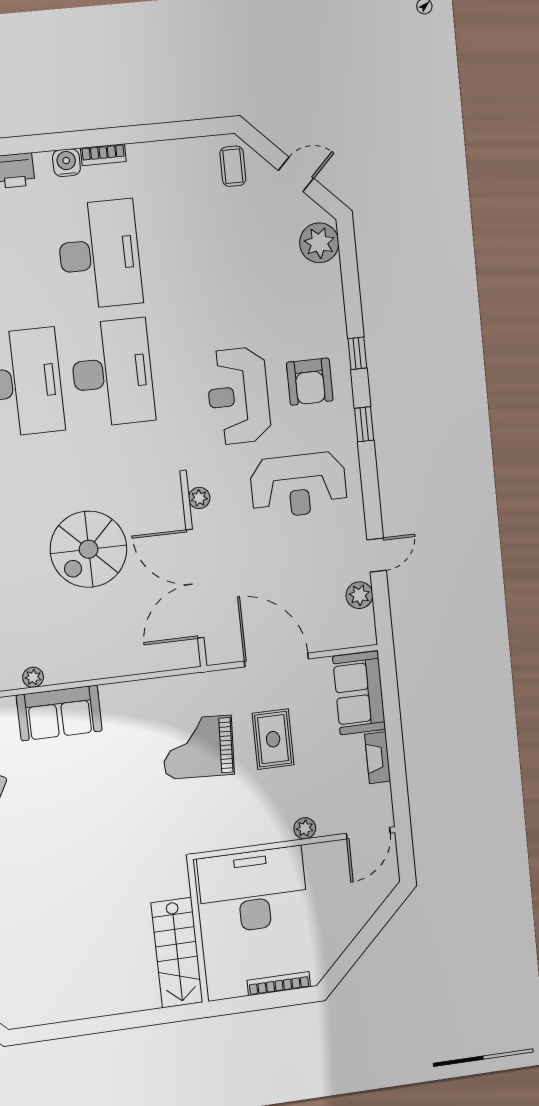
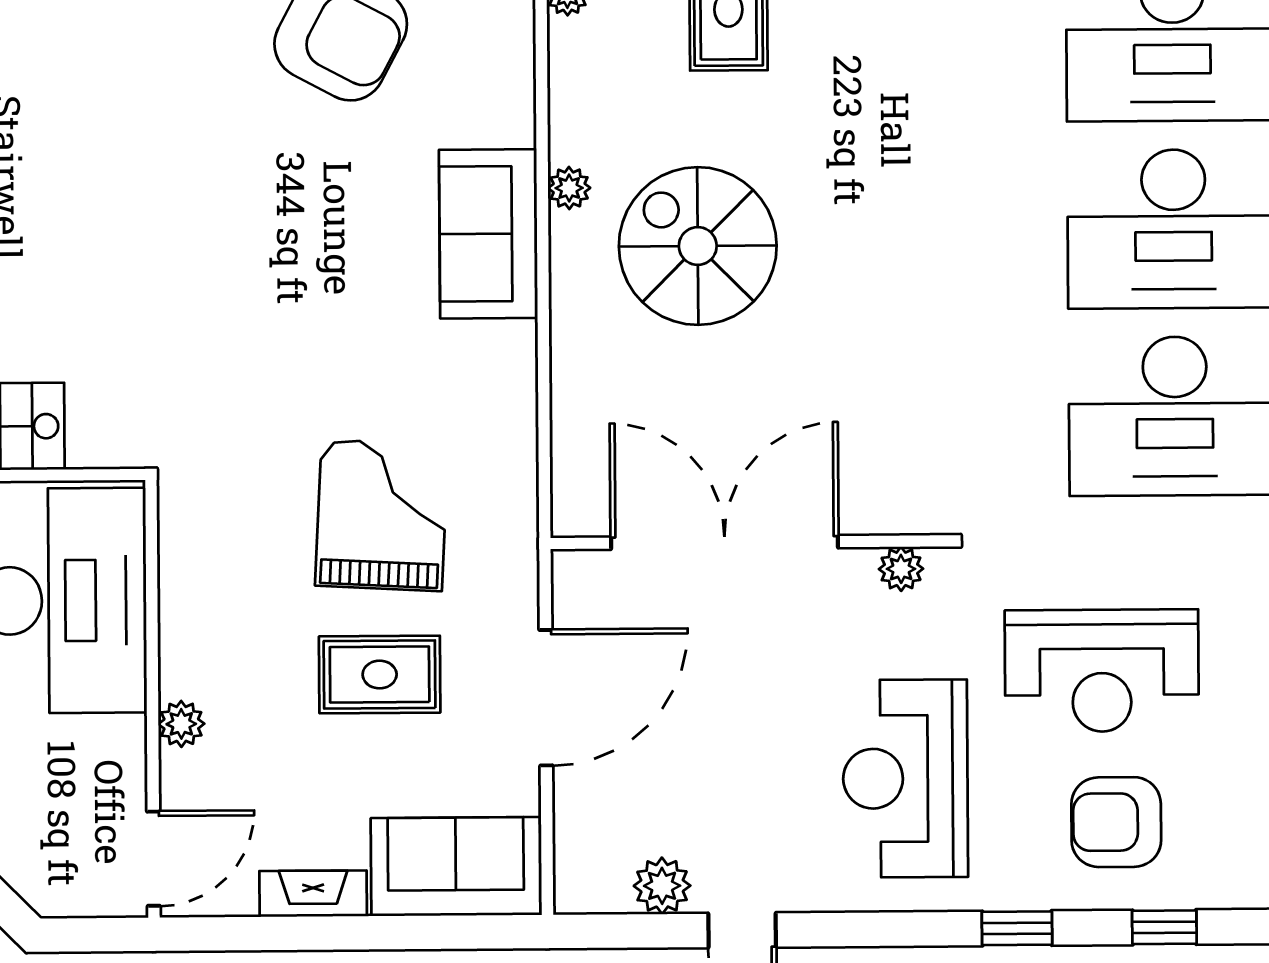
reception desk: (238, 396) -> (1102, 671), turned 180
spiral stairs: (89, 549) -> (698, 246), moved
door: (368, 833) -> (154, 859), swing flipped

